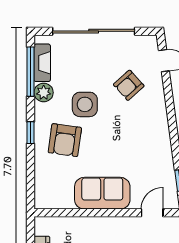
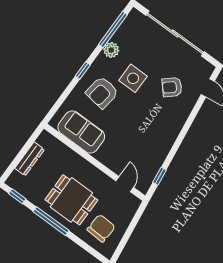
fireplace: (42, 63) -> (125, 29), removed
sofa: (102, 193) -> (81, 132), moved
door: (152, 213) -> (125, 184), hinge flipped

